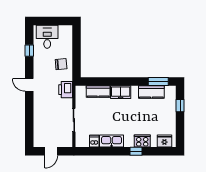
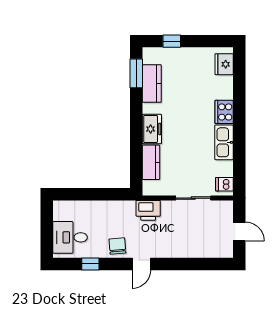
chair: (61, 64) -> (117, 246), moved
dishwasher: (94, 141) -> (224, 184), moved
cooker: (142, 141) -> (224, 112), moved
window: (136, 151) -> (239, 106), removed

